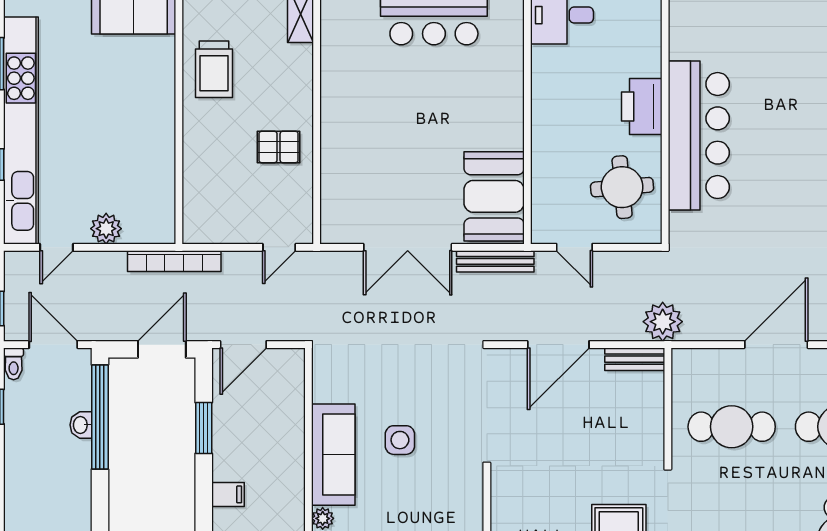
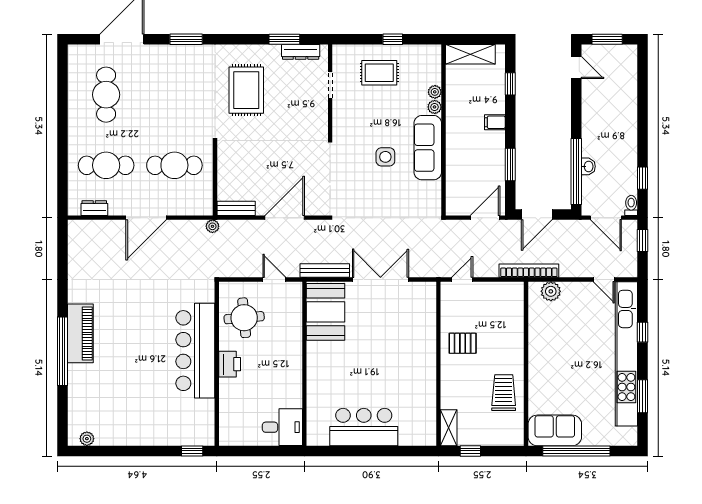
printer: (642, 106) -> (230, 364), width x0.73, depth x0.84
plant: (106, 229) -> (551, 291), moved
door: (57, 247) -> (604, 279), swing flipped
plant: (663, 322) -> (212, 226), width x0.53, depth x0.53

